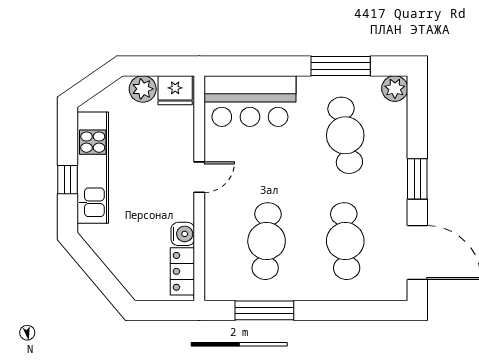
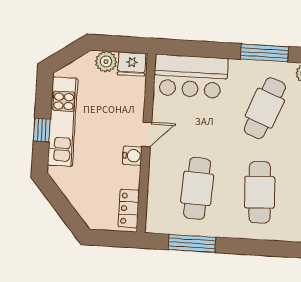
cafe table: (345, 135) -> (265, 108), turned 30
water cooler: (183, 234) -> (132, 156), moved

